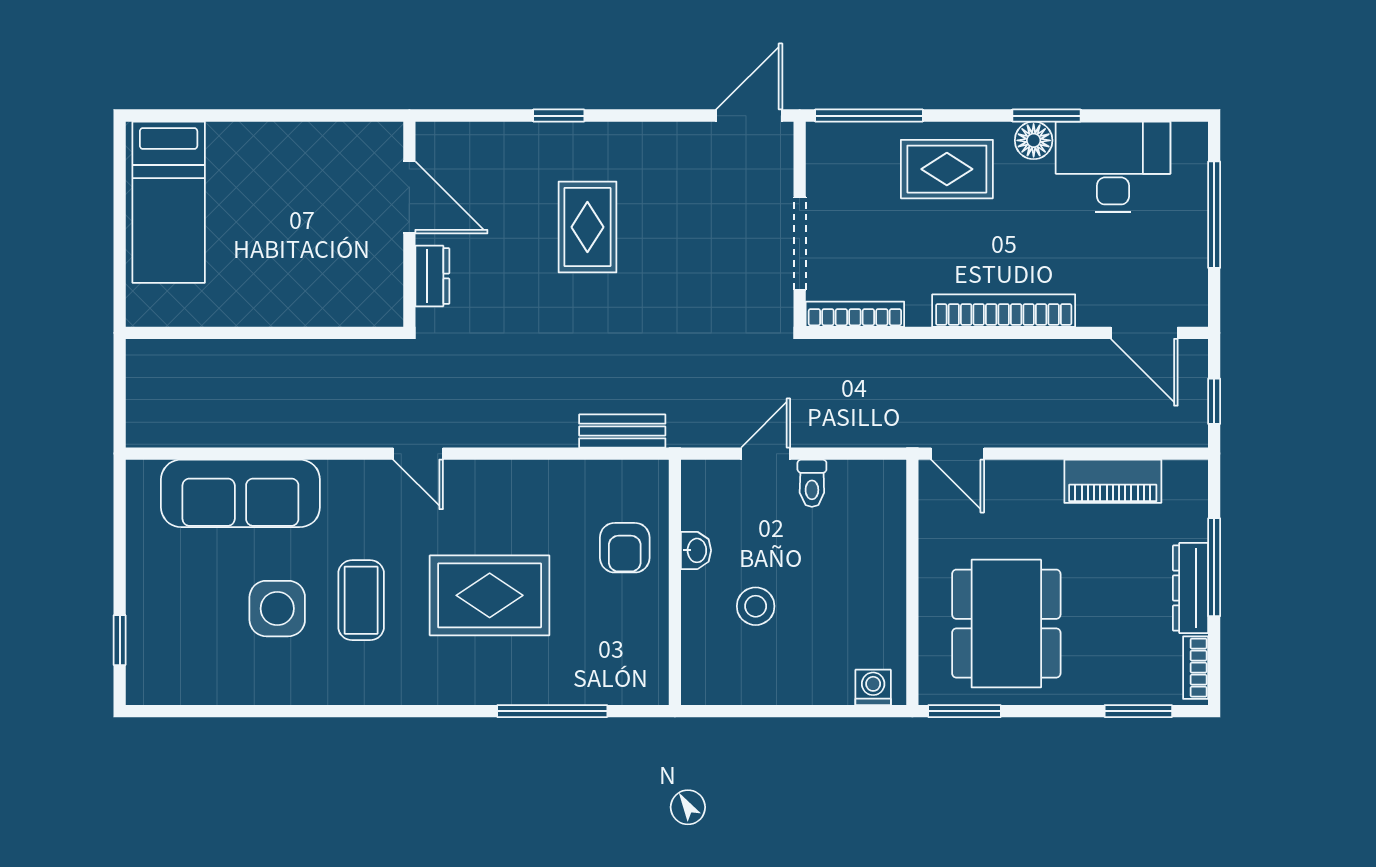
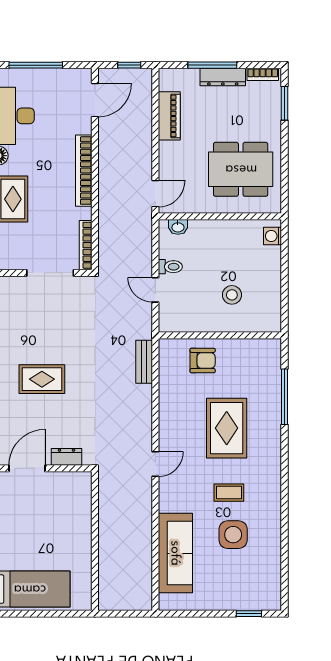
washbasin: (696, 550) -> (178, 227), moved, turned 180
coffee table: (361, 600) -> (229, 493), width x0.73, depth x0.77
window: (964, 711) -> (284, 190), removed

